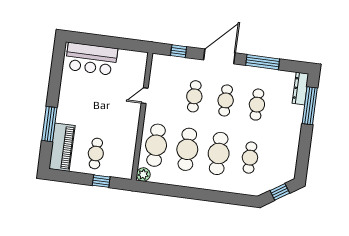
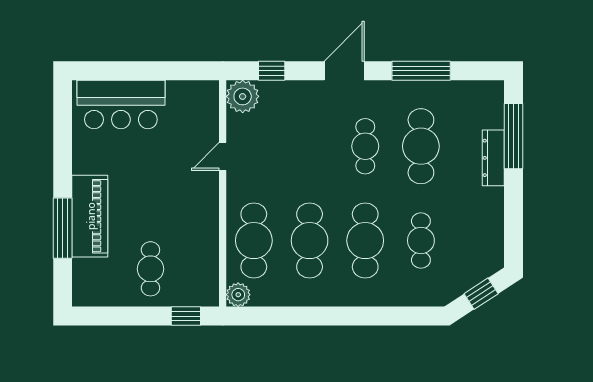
door: (219, 56) -> (344, 71), width x0.73
plant: (160, 63) -> (243, 96), added
dresser: (300, 88) -> (493, 158), moved
cafe table: (194, 96) -> (310, 146), removed
cafe table: (257, 105) -> (421, 146), width x1.37, depth x1.35
piano: (62, 147) -> (90, 216), moved
window: (101, 181) -> (186, 316), moved

